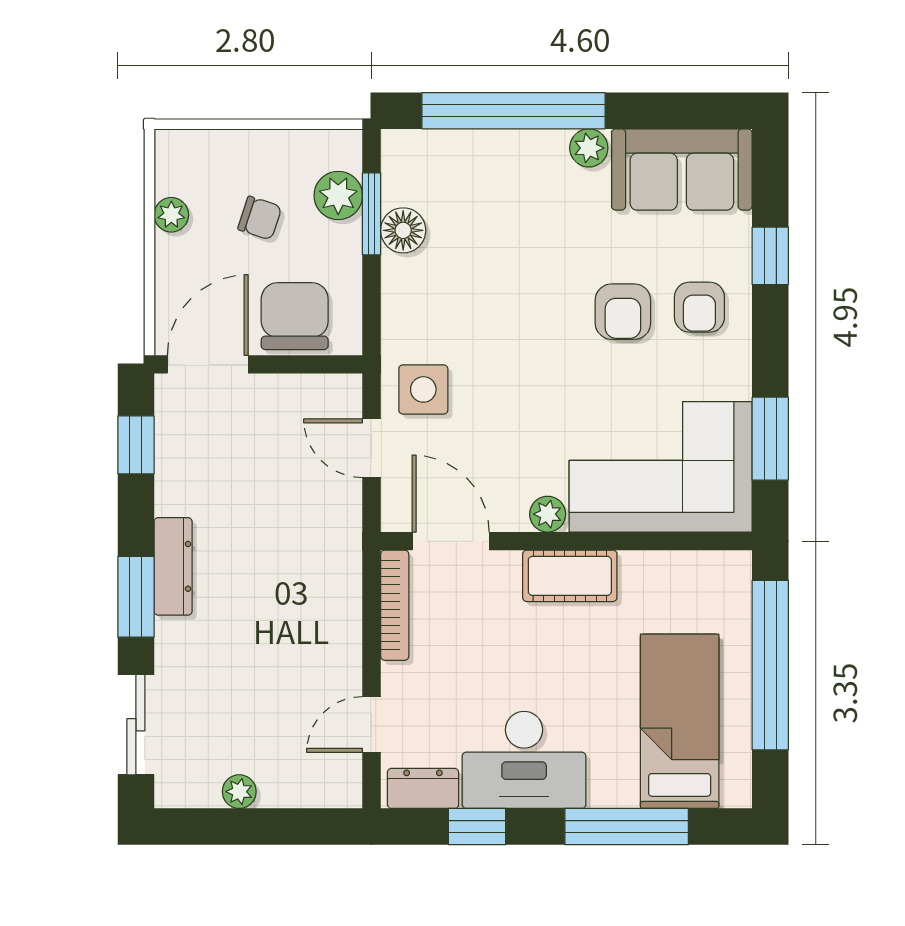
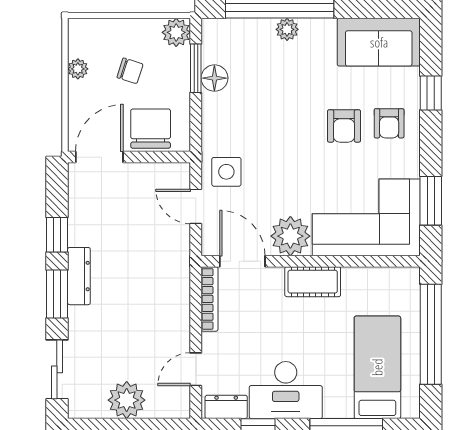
plant: (589, 148) -> (287, 29), moved
plant: (338, 195) -> (176, 32), moved
window: (136, 445) -> (57, 235), moved
plant: (548, 514) -> (290, 236), width x1.88, depth x1.88
plant: (239, 792) -> (127, 400), width x1.88, depth x1.88

